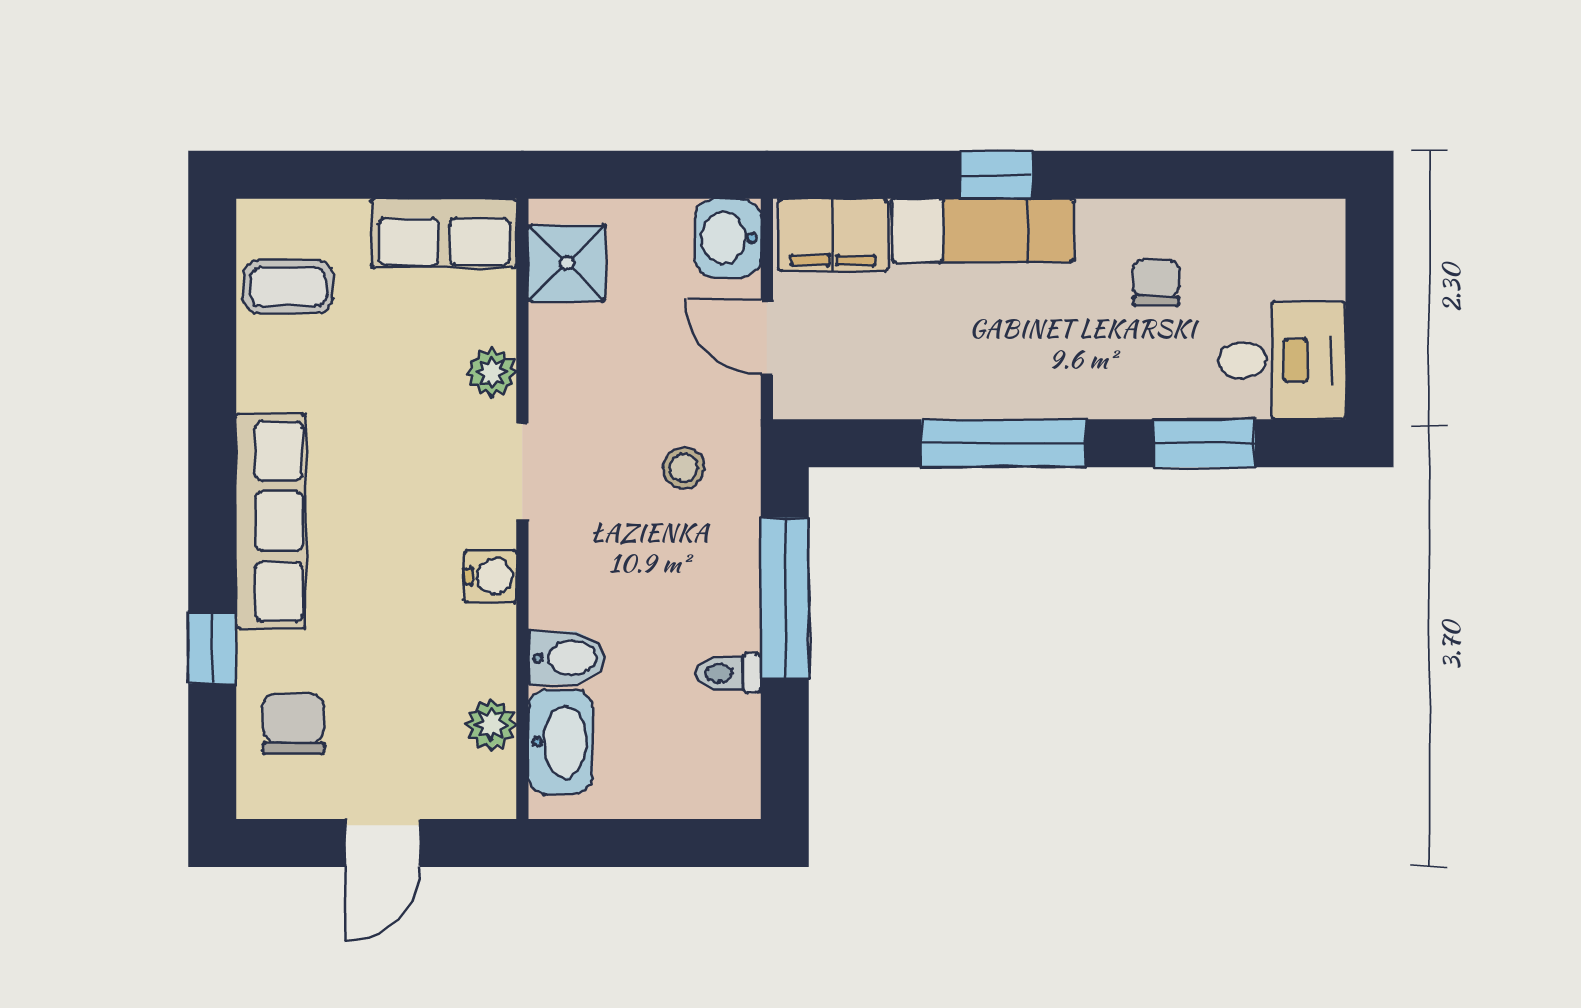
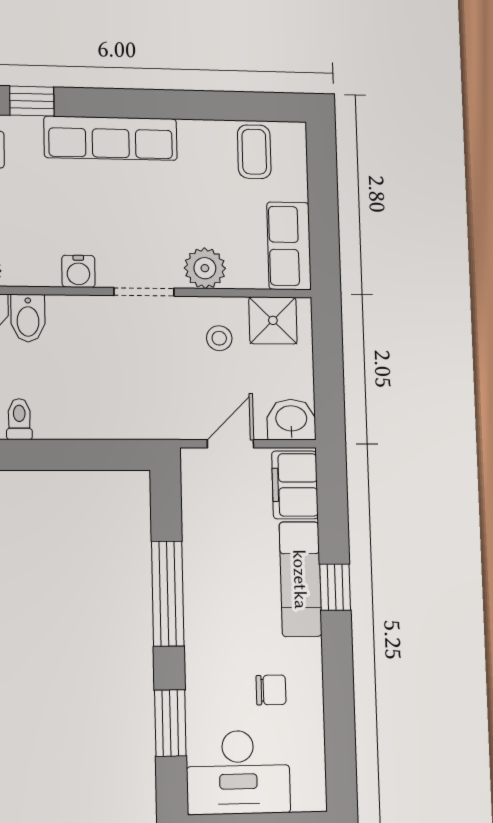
desk: (1282, 360) -> (238, 772), width x1.37
plant: (492, 372) -> (205, 268), width x1.38, depth x1.38
stool: (684, 468) -> (219, 338), moved
window: (785, 598) -> (67, 455), removed

